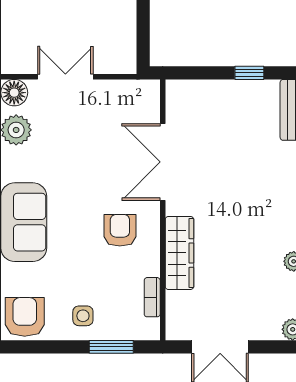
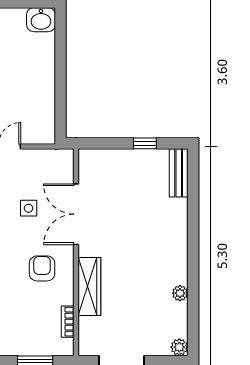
side table: (83, 316) -> (29, 208), moved

